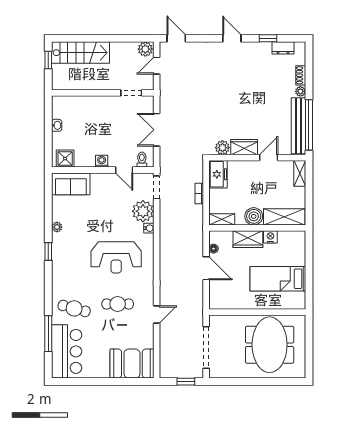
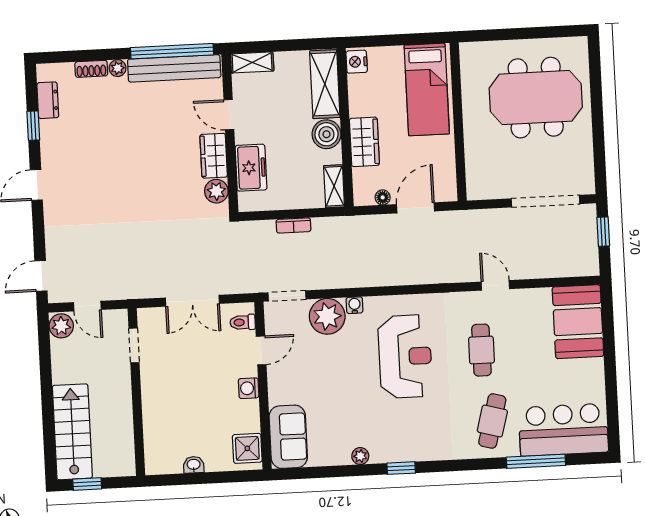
freezer: (218, 174) -> (251, 168), moved, turned 90
nightstand: (270, 237) -> (357, 62), moved
wall: (257, 312) -> (458, 122), moved

